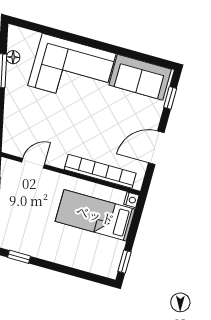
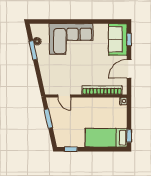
sofa: (140, 77) -> (118, 39), moved, turned 90
door: (33, 163) -> (64, 96), swing flipped
bed: (95, 215) -> (106, 138), moved

